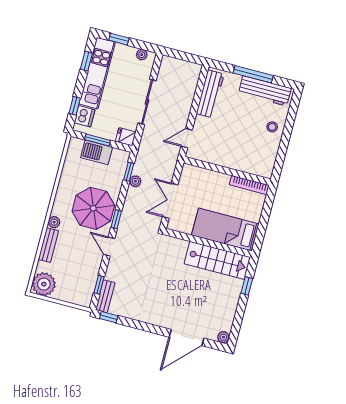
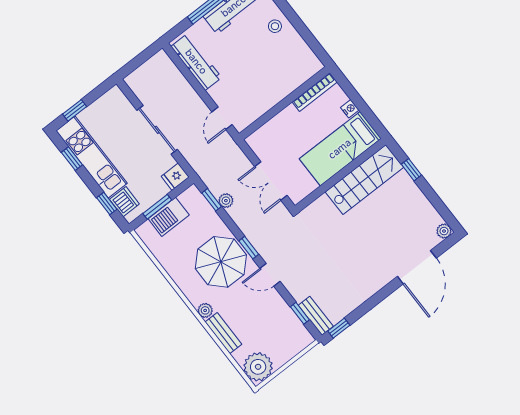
plant: (142, 55) -> (107, 100), removed
nightstand: (256, 216) -> (350, 109), added

